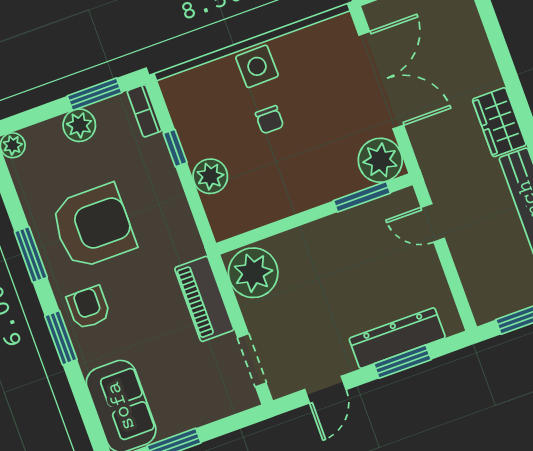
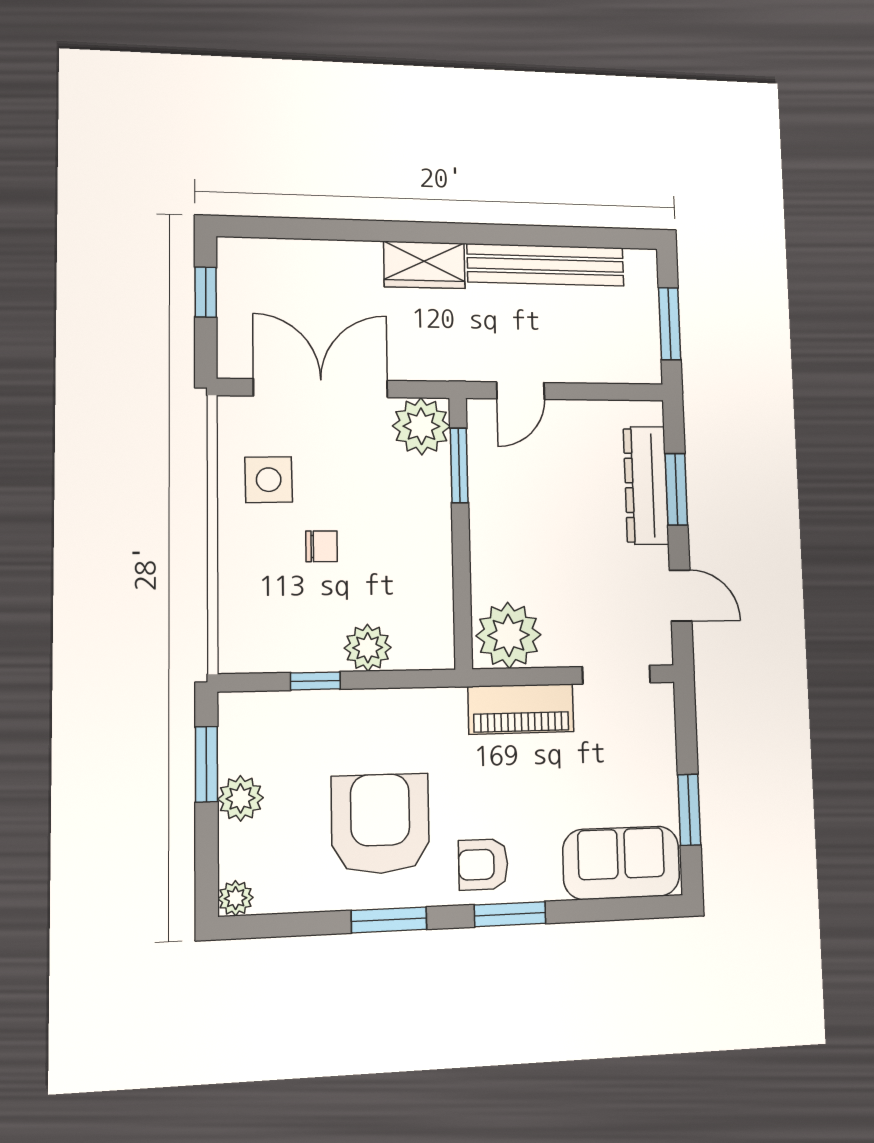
side table: (257, 66) -> (269, 480), moved
bookcase: (144, 111) -> (252, 705), removed

